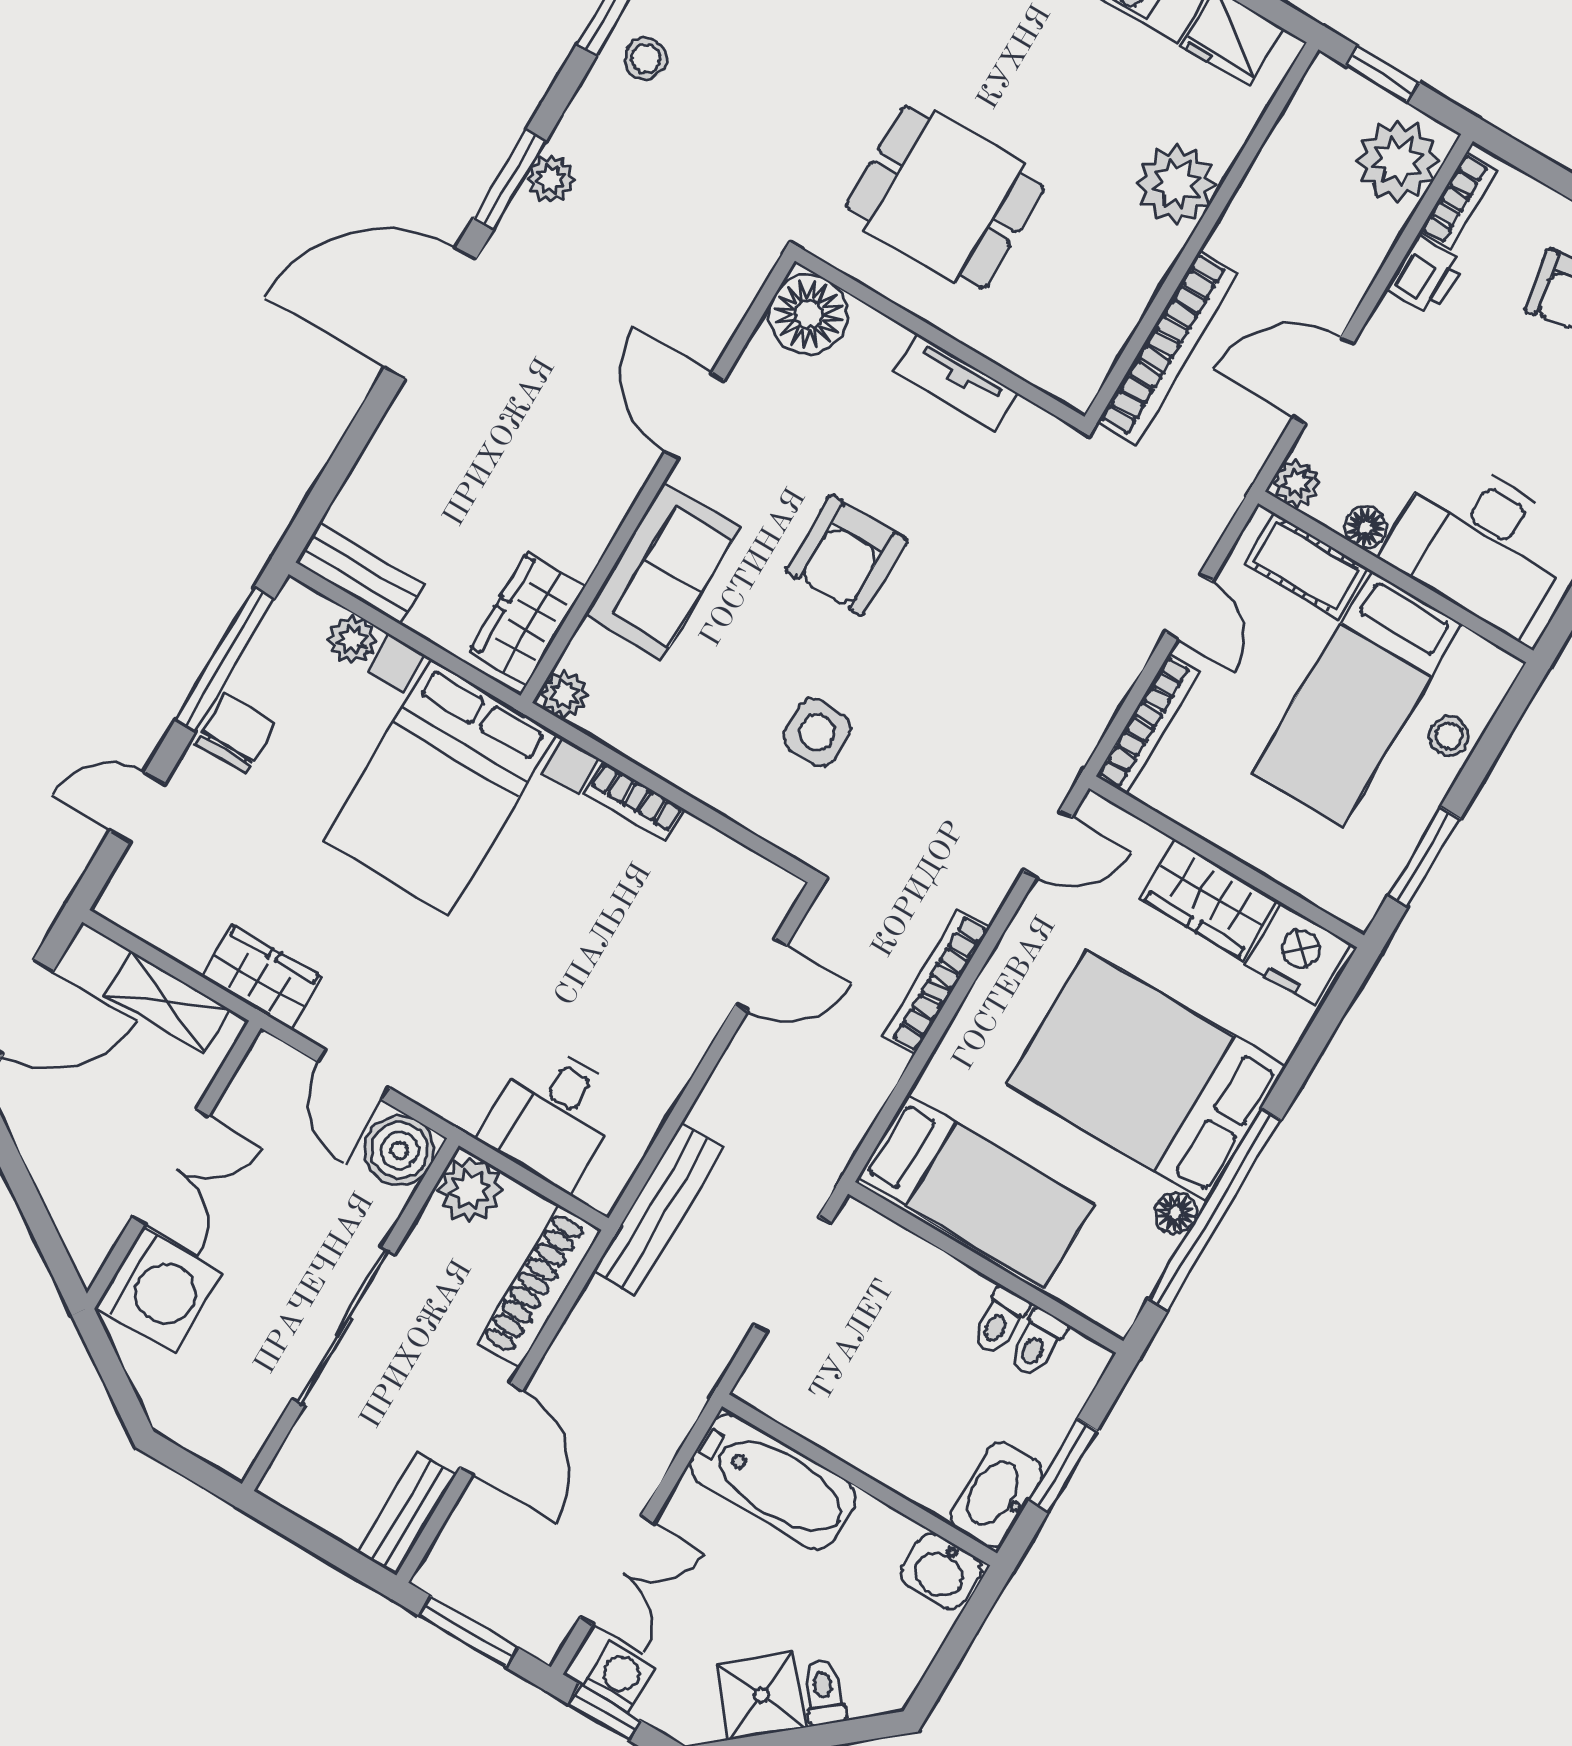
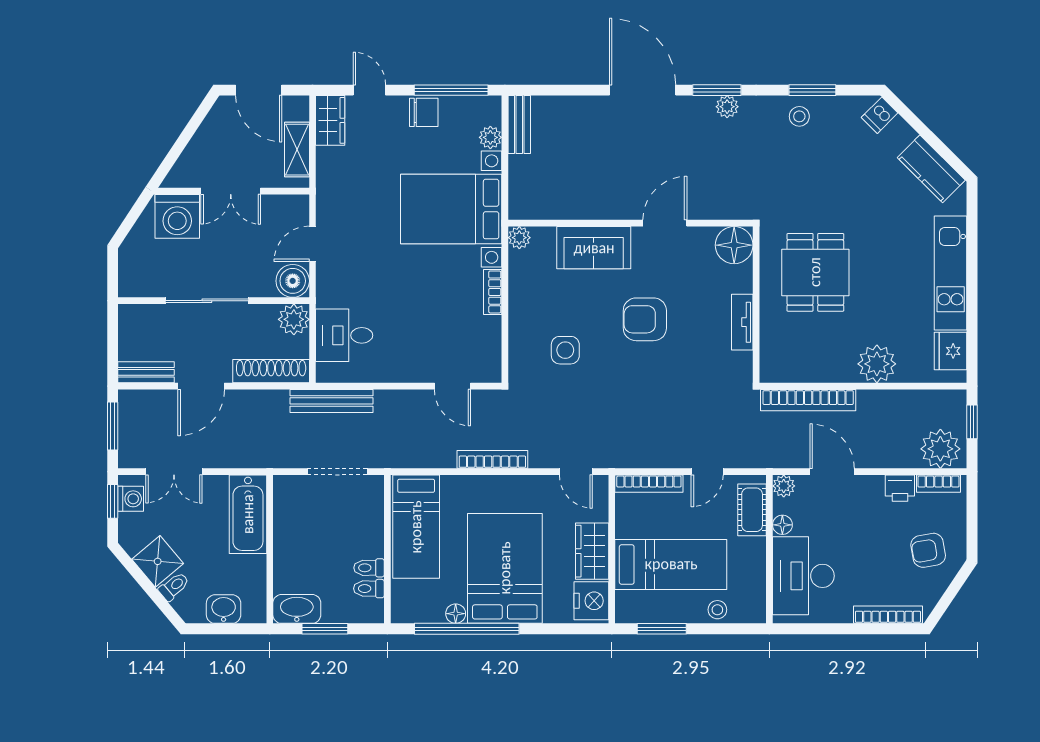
wardrobe: (527, 618) -> (541, 204), removed
bed: (1357, 698) -> (671, 564), moved, turned 180
wardrobe: (261, 977) -> (330, 120), moved
washbasin: (941, 1571) -> (224, 609), moved, turned 90

